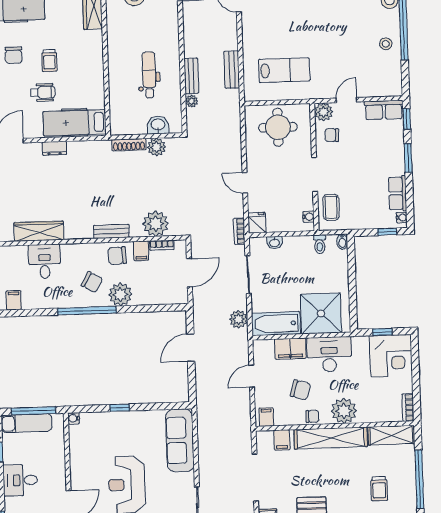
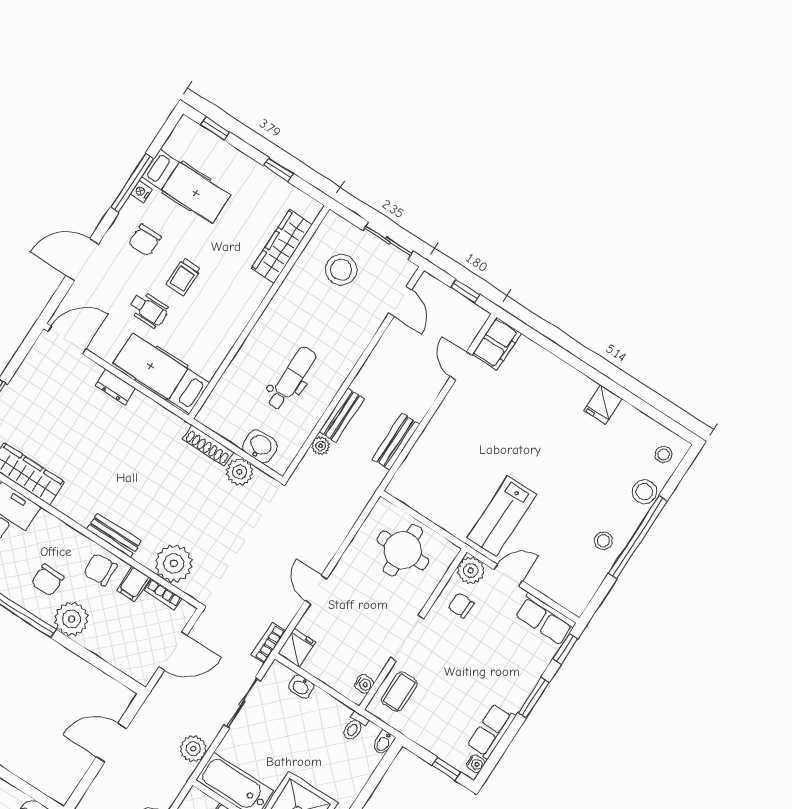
lab bench: (284, 70) -> (502, 516), moved, turned 90
chair: (92, 282) -> (48, 580), turned 60

